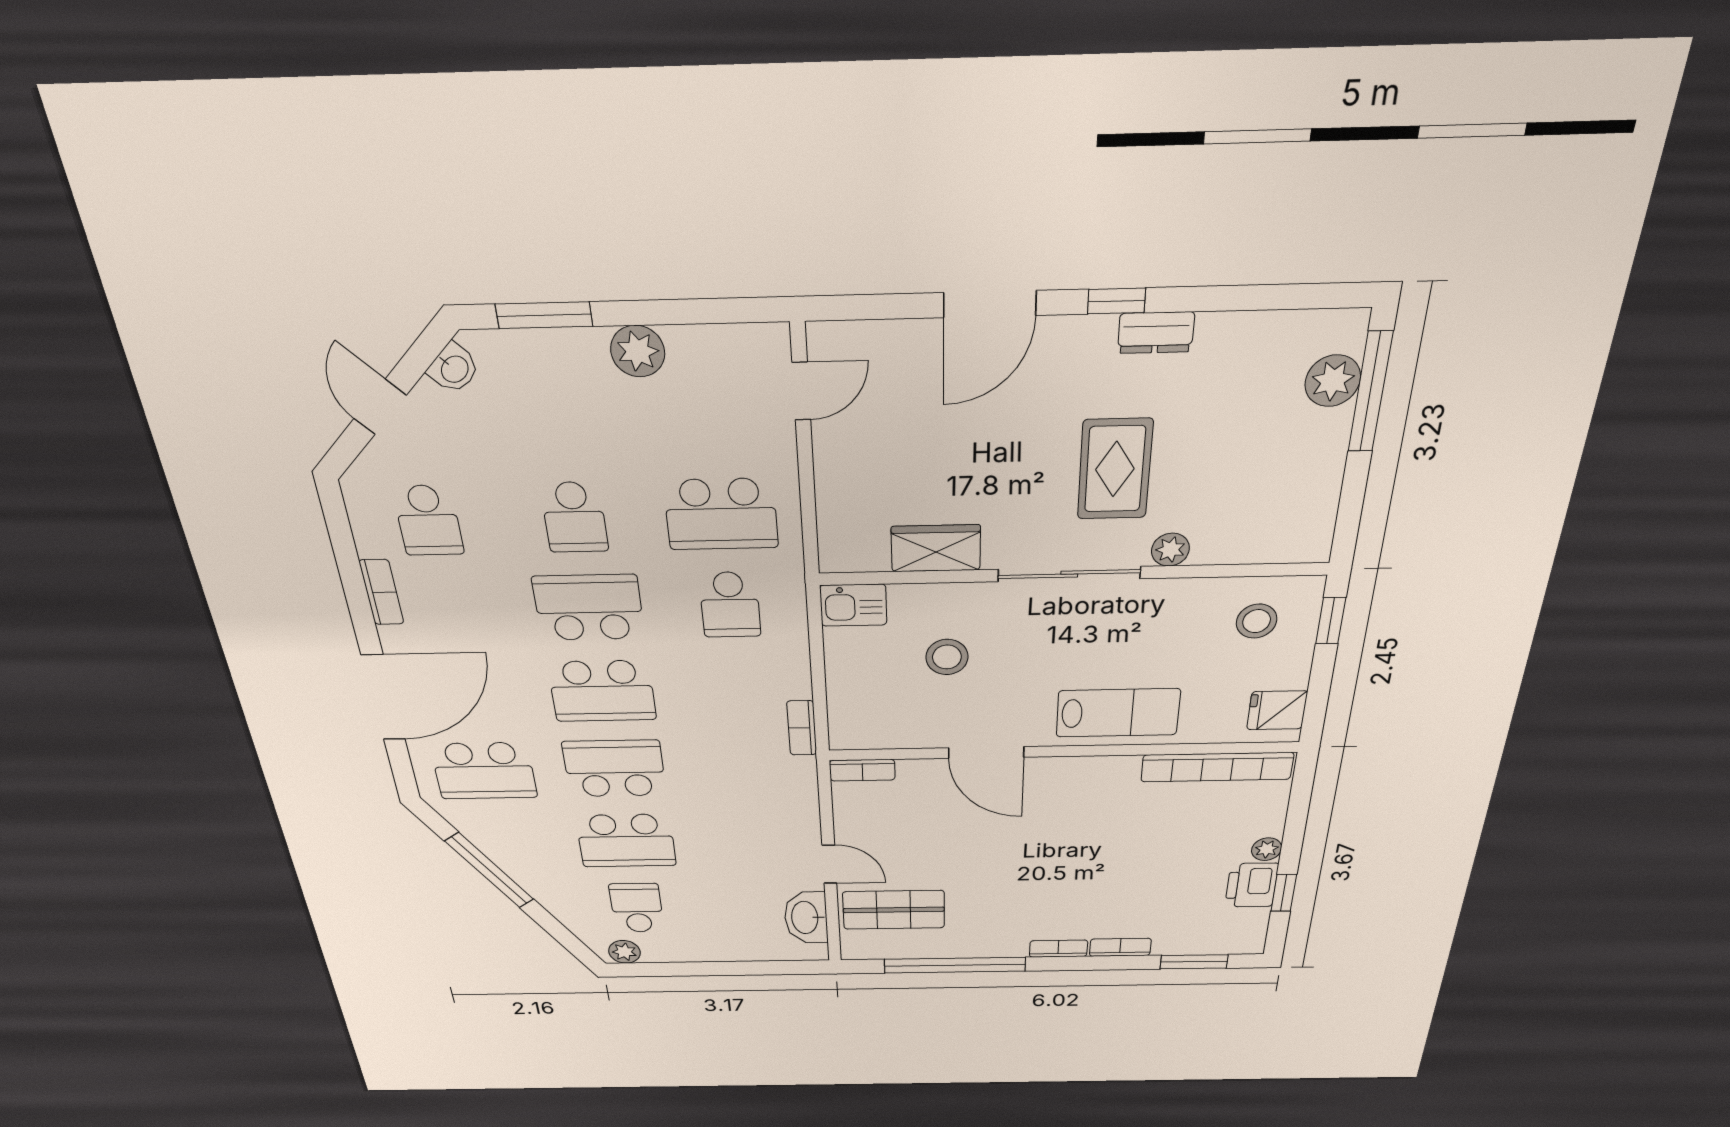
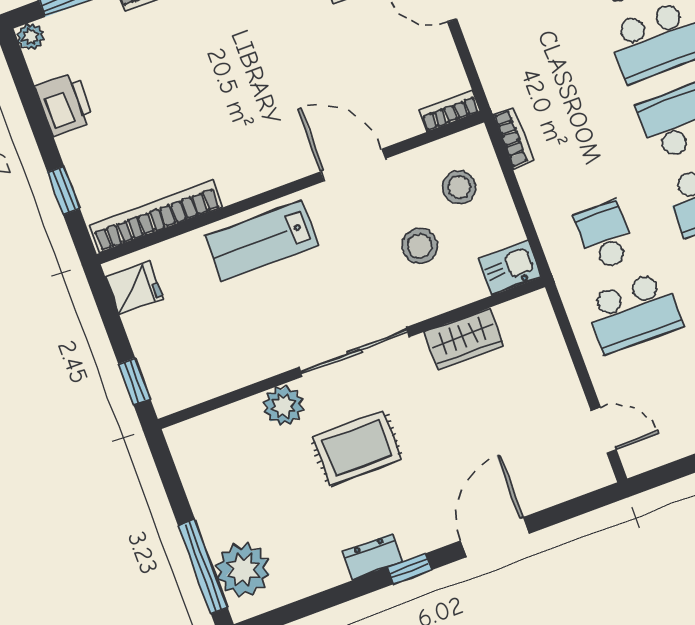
plant: (1333, 381) -> (243, 570), width x1.36, depth x1.36
door: (801, 391) -> (604, 430), swing flipped
rug: (1115, 469) -> (357, 448), turned 90
school desk: (721, 514) -> (634, 313), turned 180
plant: (1170, 550) -> (283, 406), width x1.38, depth x1.38
stool: (1257, 621) -> (459, 187), moved
plant: (1267, 849) -> (31, 37), moved
window: (1284, 893) -> (64, 190), moved

